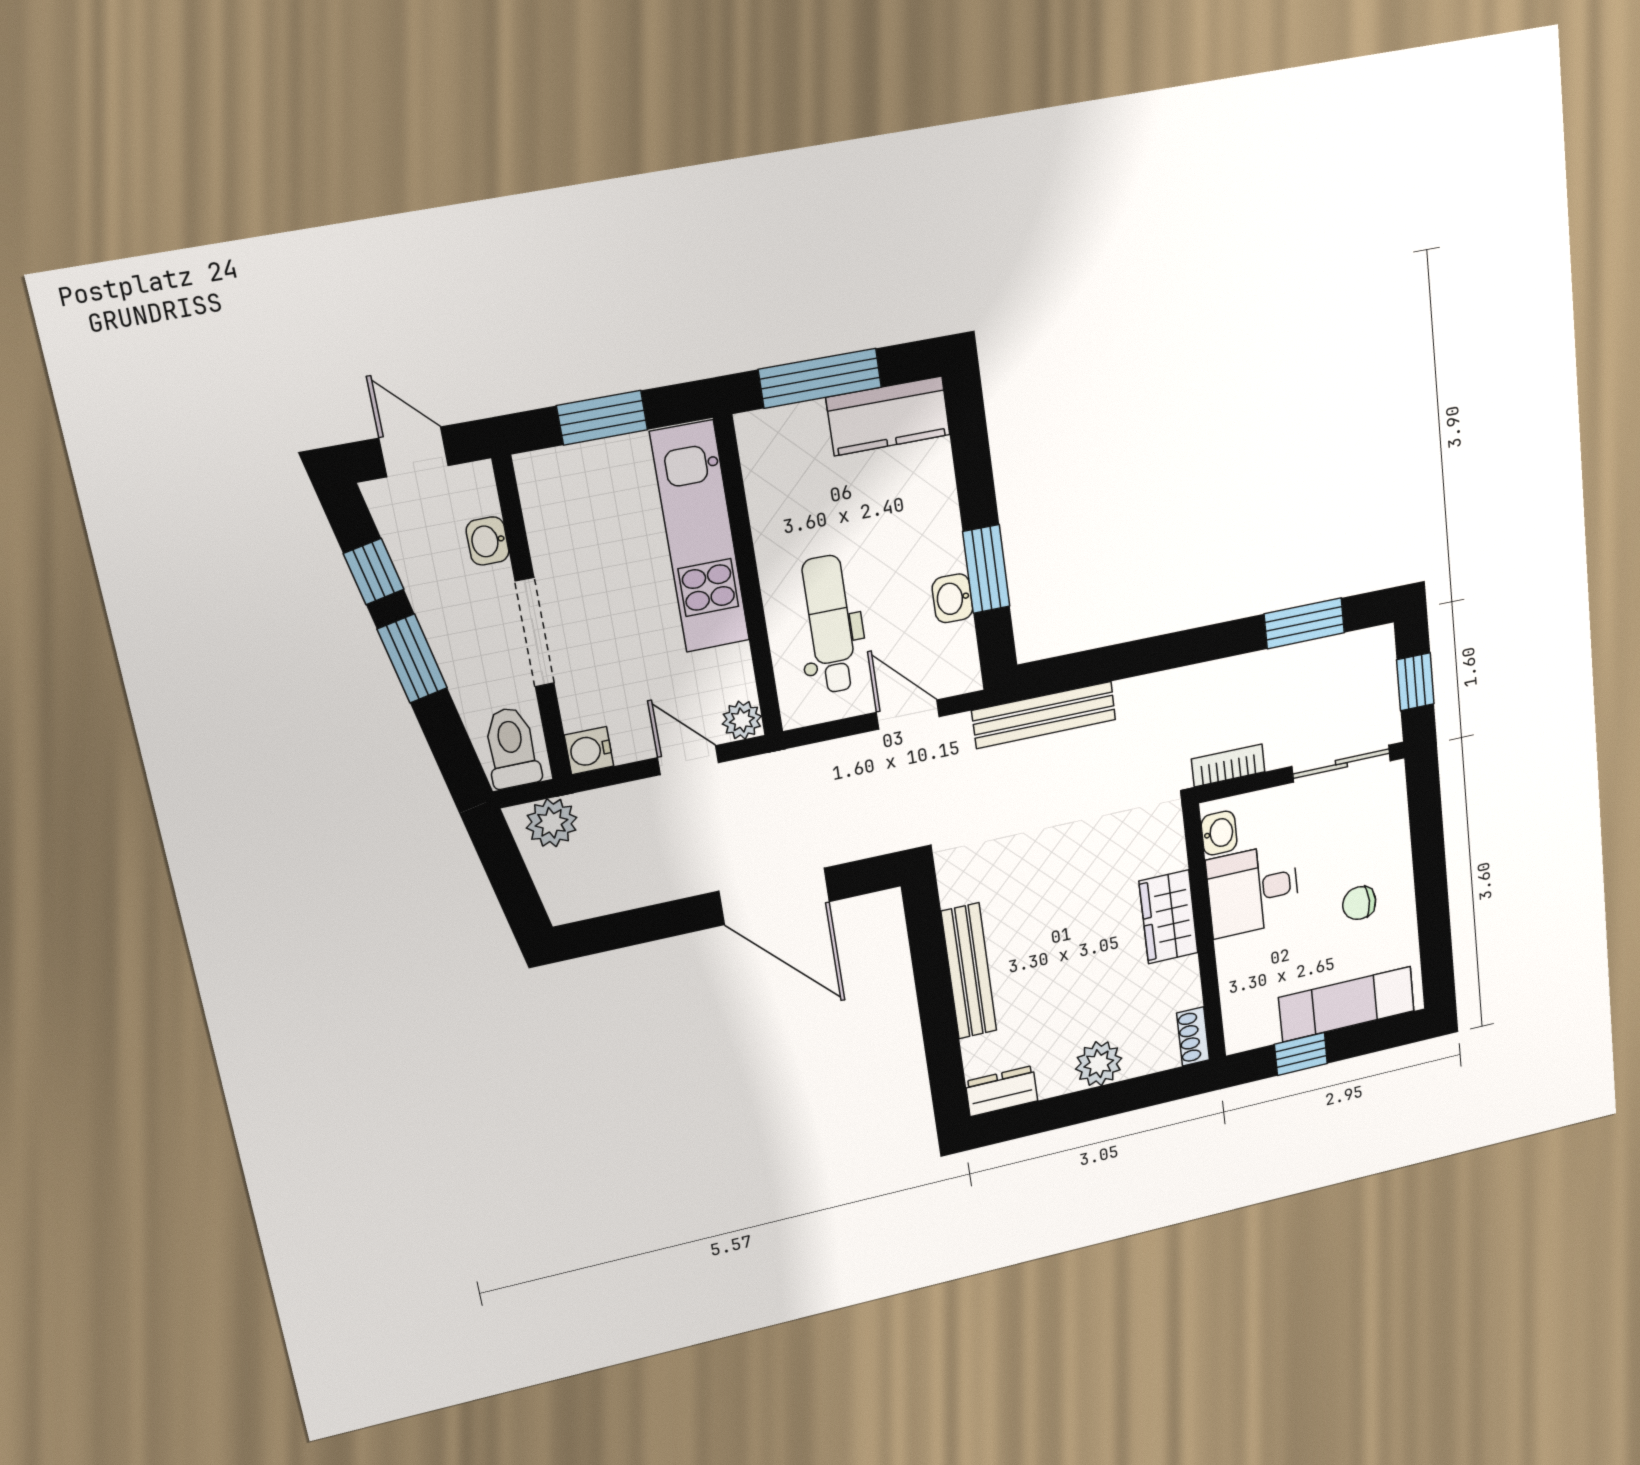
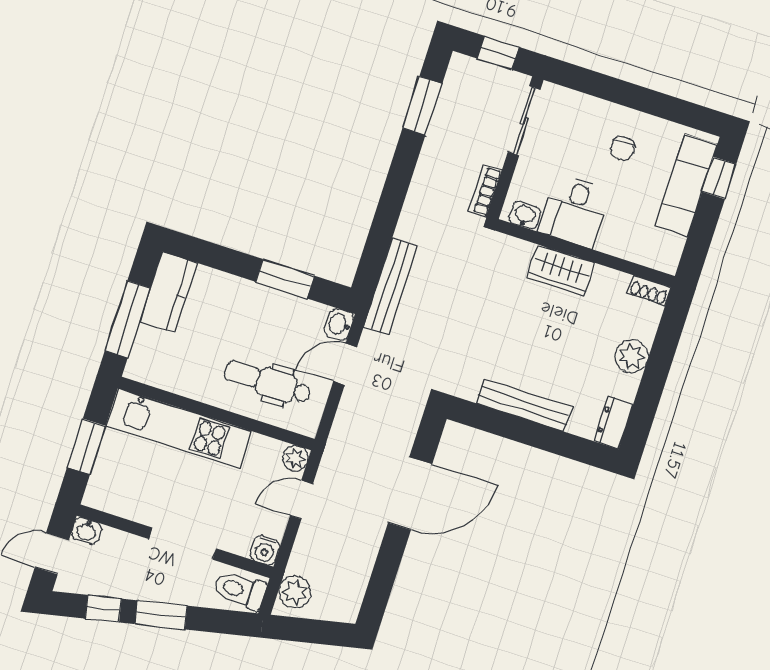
washbasin: (488, 541) -> (86, 531), moved
washbasin: (952, 598) -> (339, 324), moved, turned 90
window: (1301, 1054) -> (719, 178), moved

